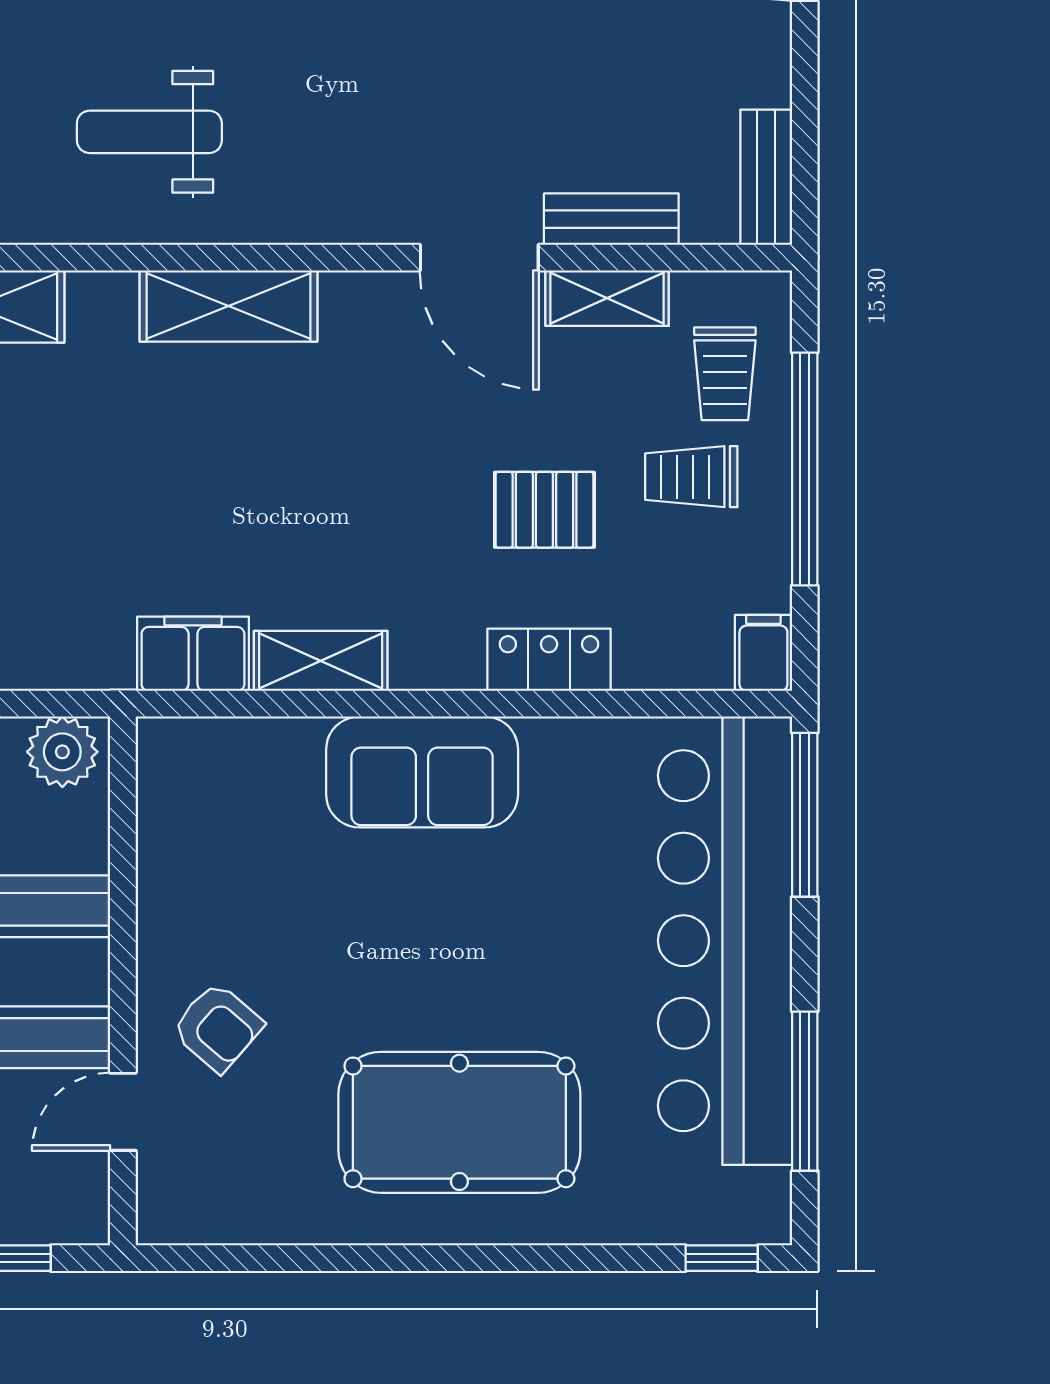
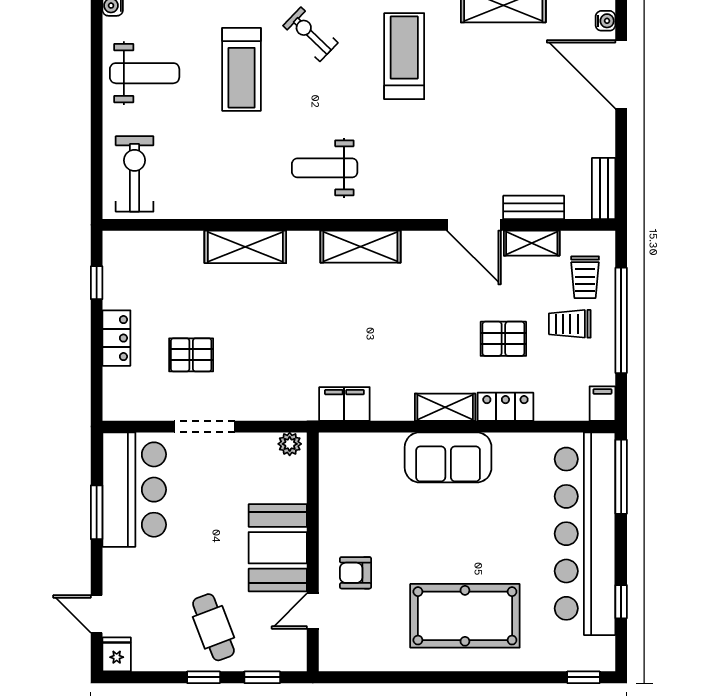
shelving: (321, 661) -> (445, 407), moved
plant: (62, 752) -> (290, 444), width x0.73, depth x0.73
armchair: (217, 1027) -> (356, 573), turned 139
window: (805, 1091) -> (621, 602), width x0.46

